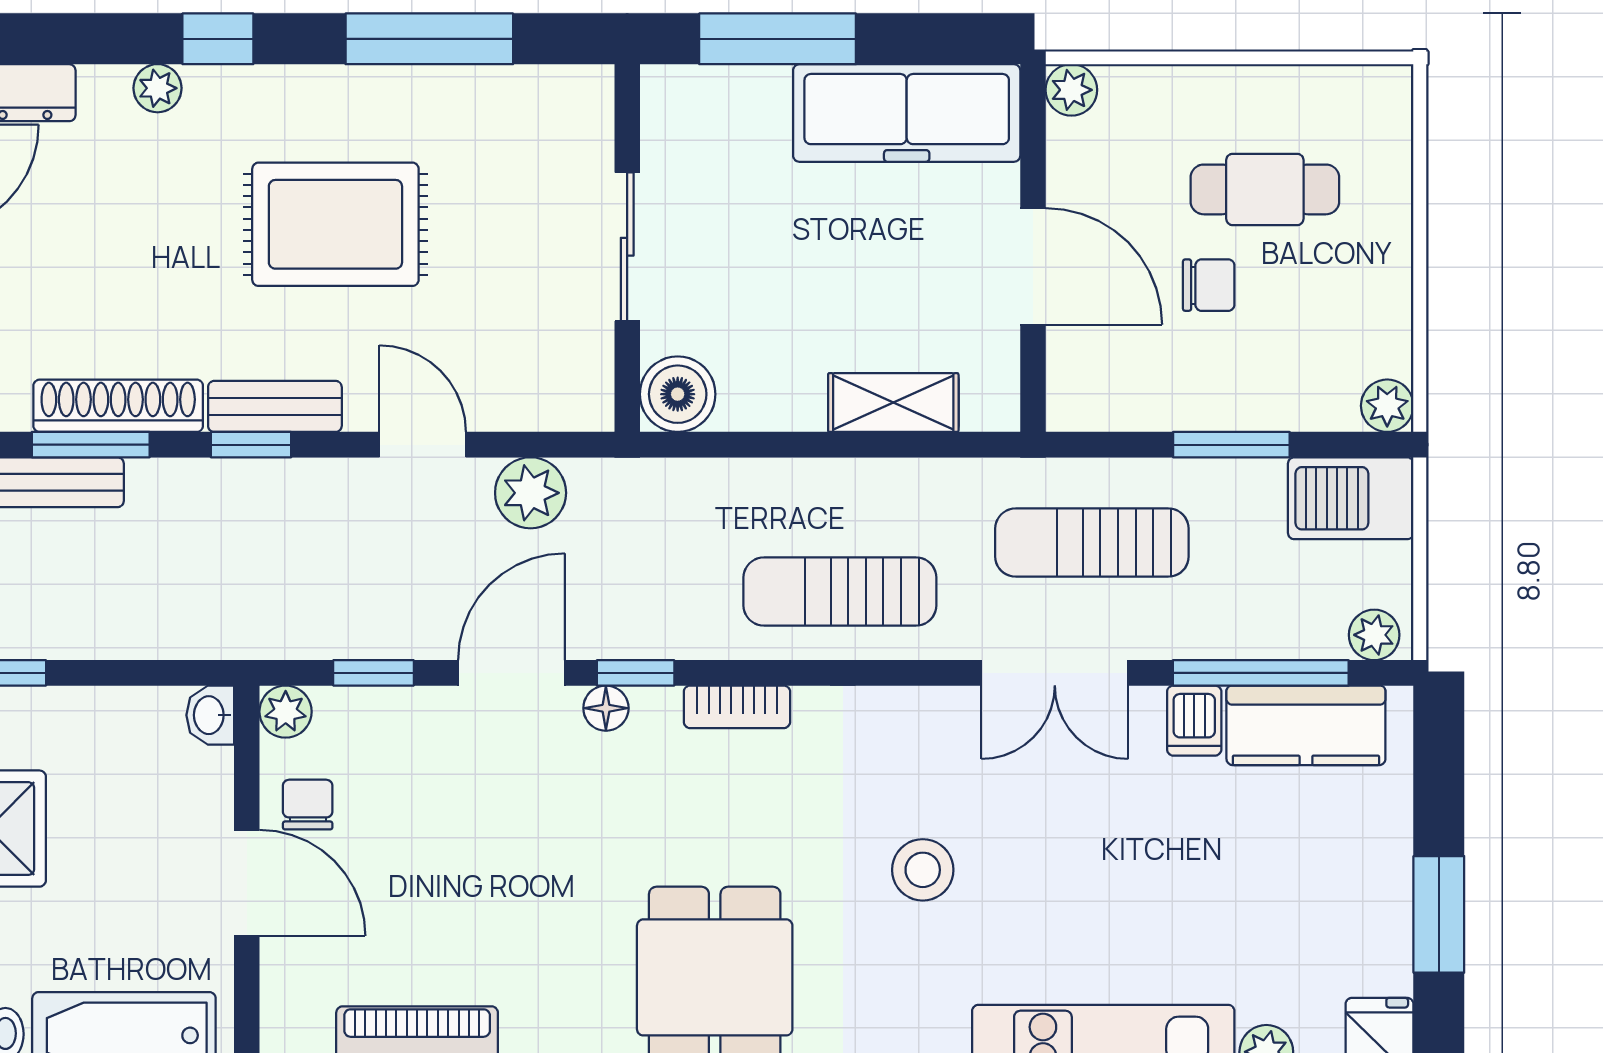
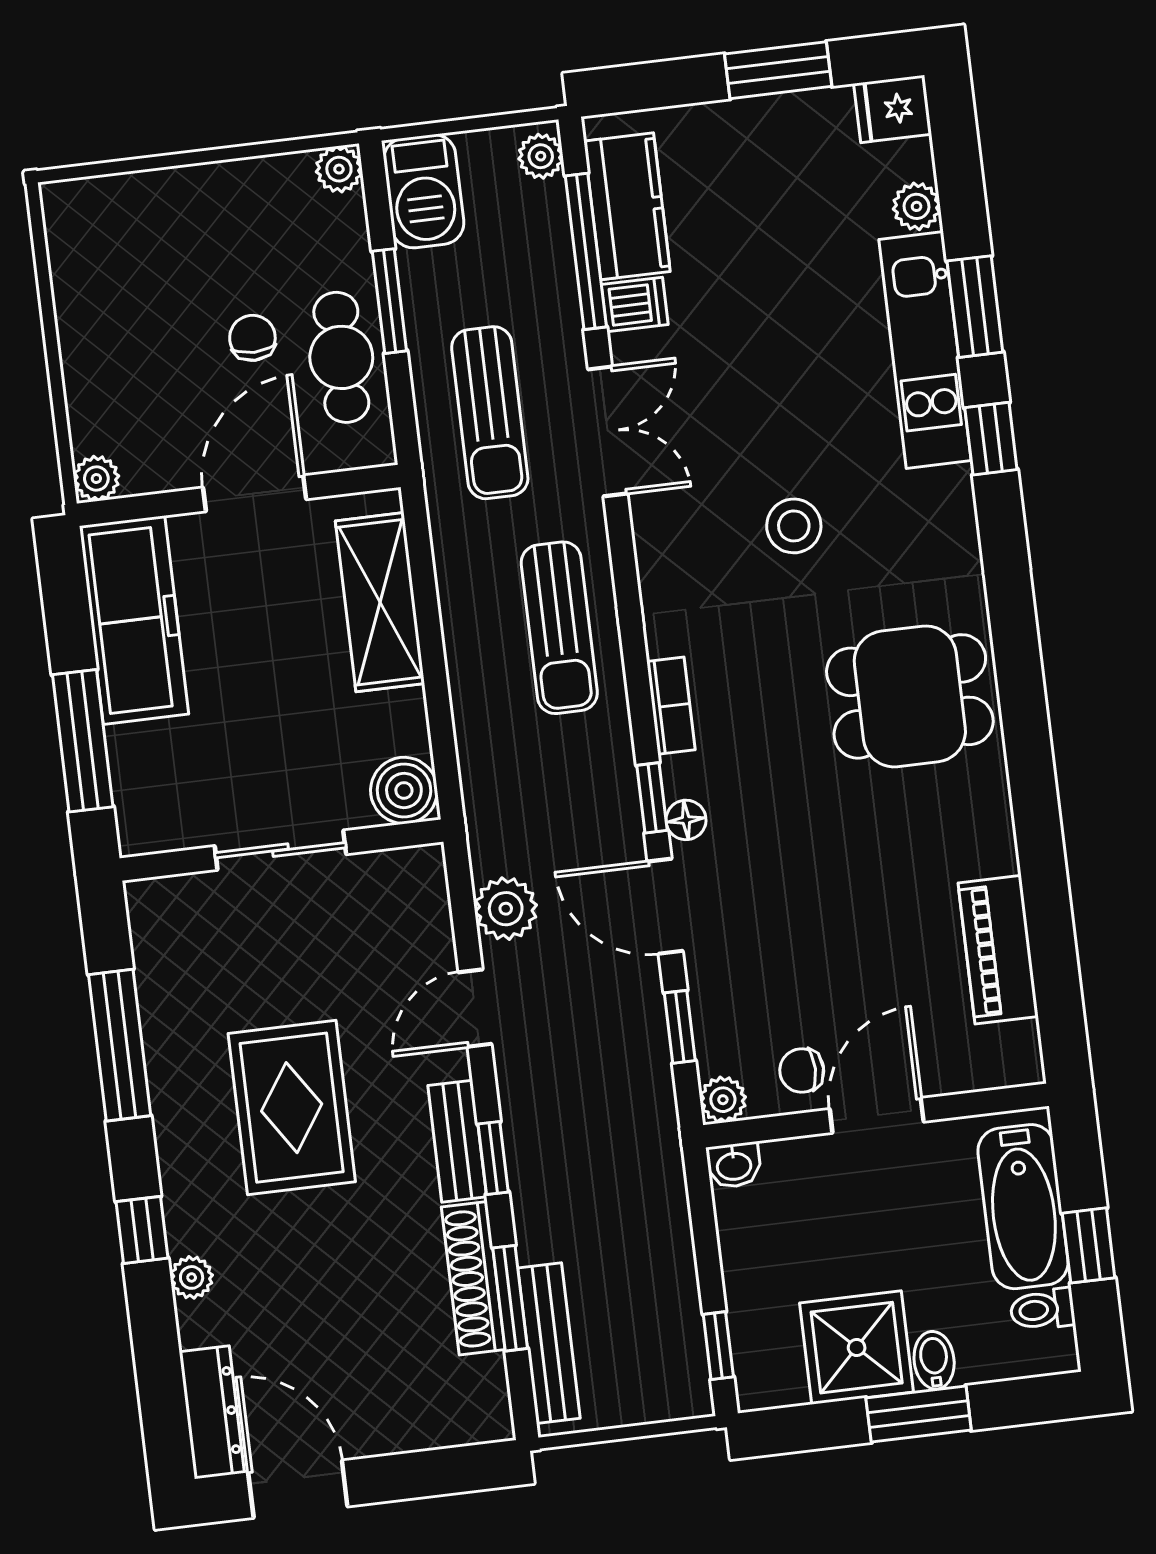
cafe table: (1265, 189) -> (341, 357), moved
shelving: (893, 403) -> (380, 602), width x1.50, depth x1.33

